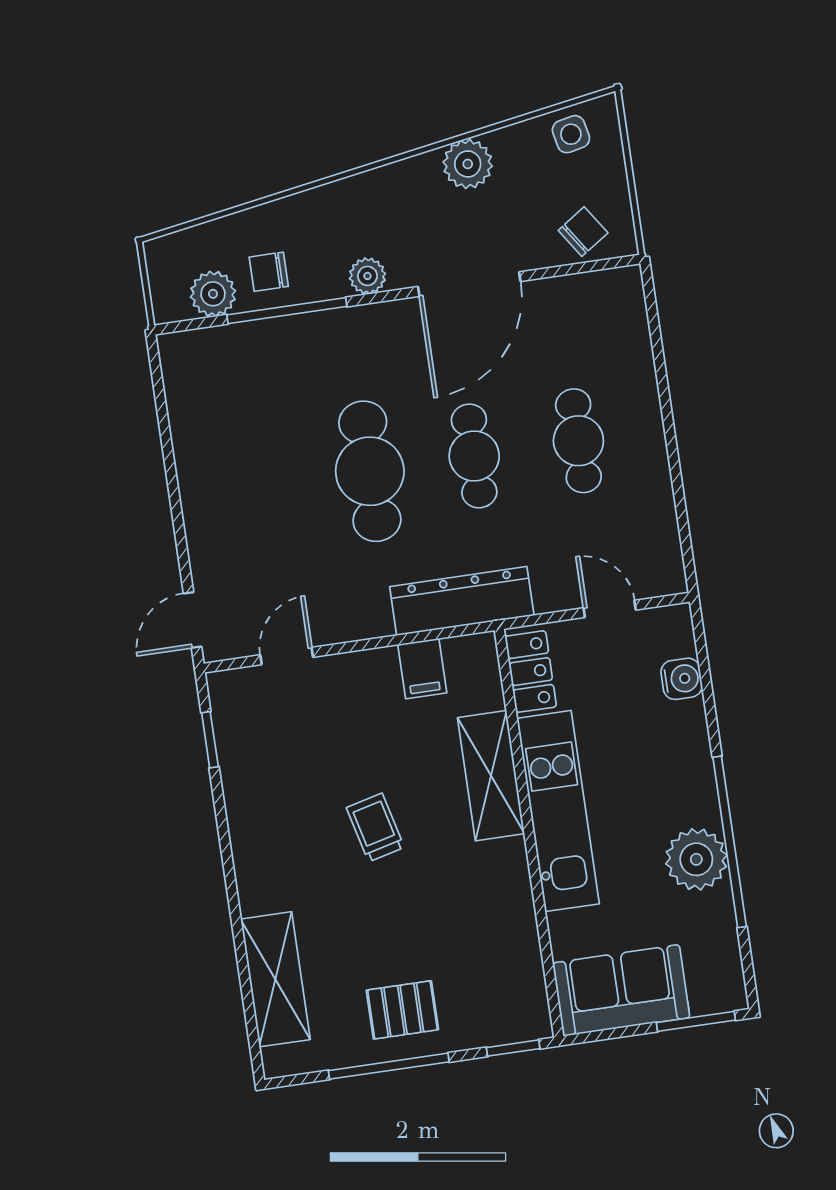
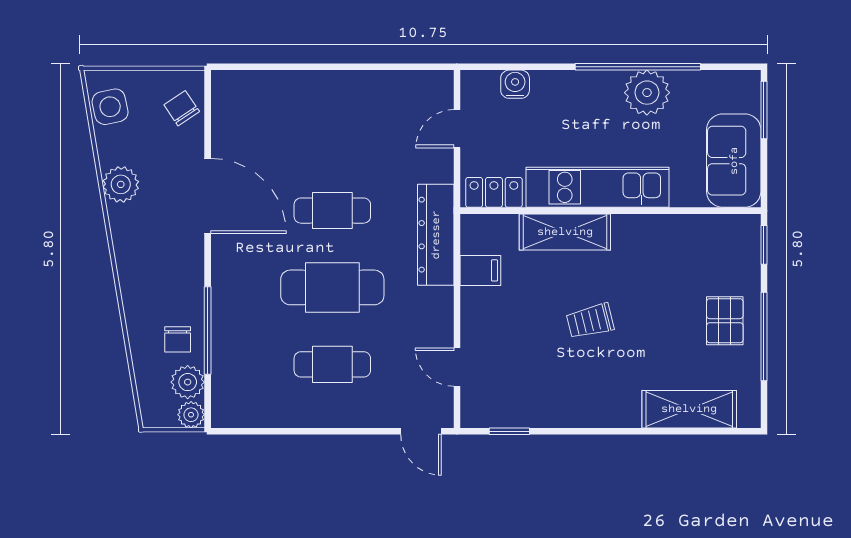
side table: (571, 134) -> (110, 107), width x1.37, depth x1.37
plant: (367, 276) -> (191, 415), moved
cafe table: (578, 441) -> (332, 364), moved

